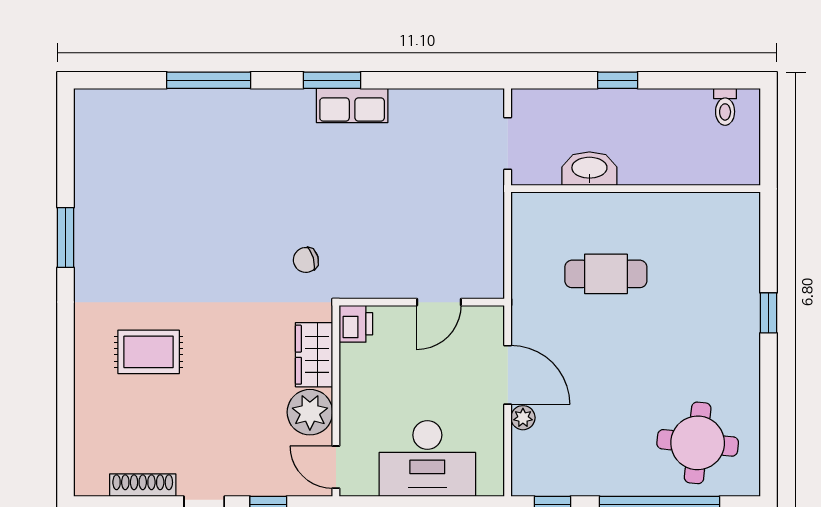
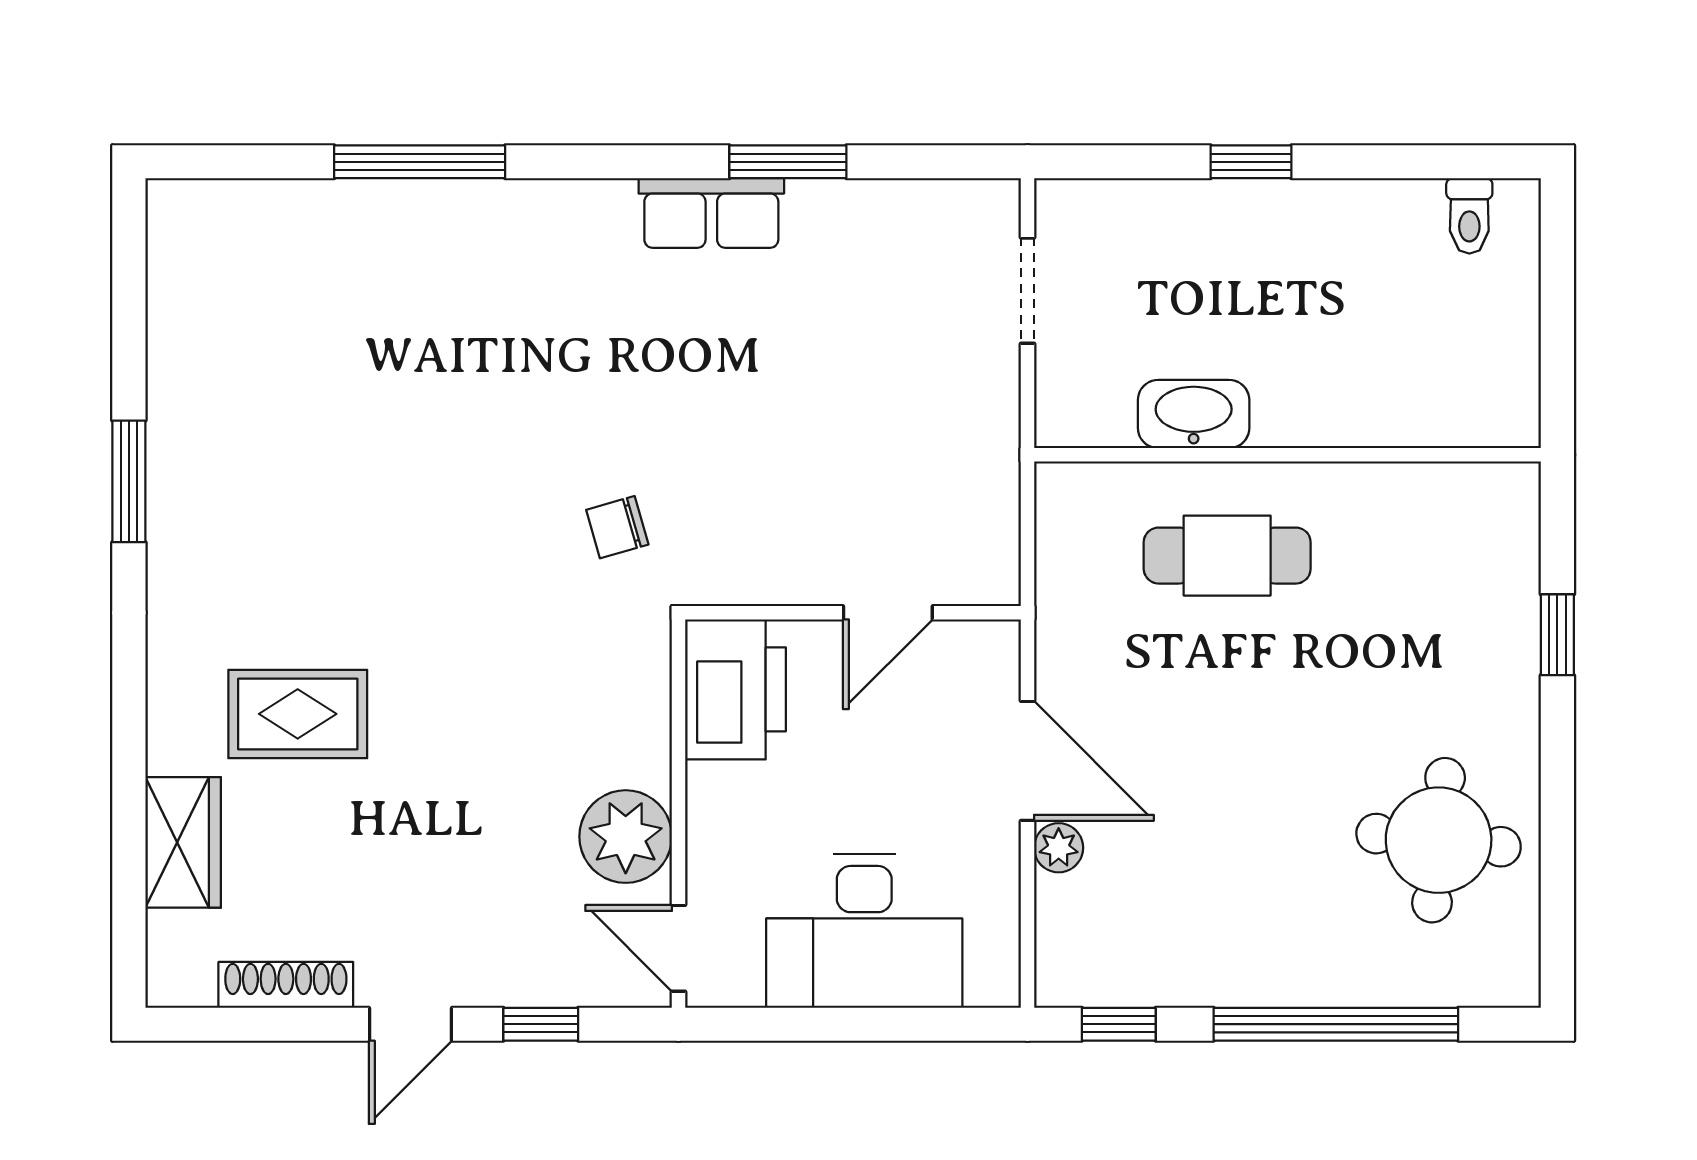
window: (332, 80) -> (788, 162), moved
washbasin: (589, 169) -> (1194, 414), moved
wall: (636, 189) -> (1288, 455), moved
printer: (356, 324) -> (735, 689), width x1.87, depth x1.48
wardrobe: (314, 355) -> (183, 842), moved, turned 180
round table: (698, 443) -> (1439, 840), moved

